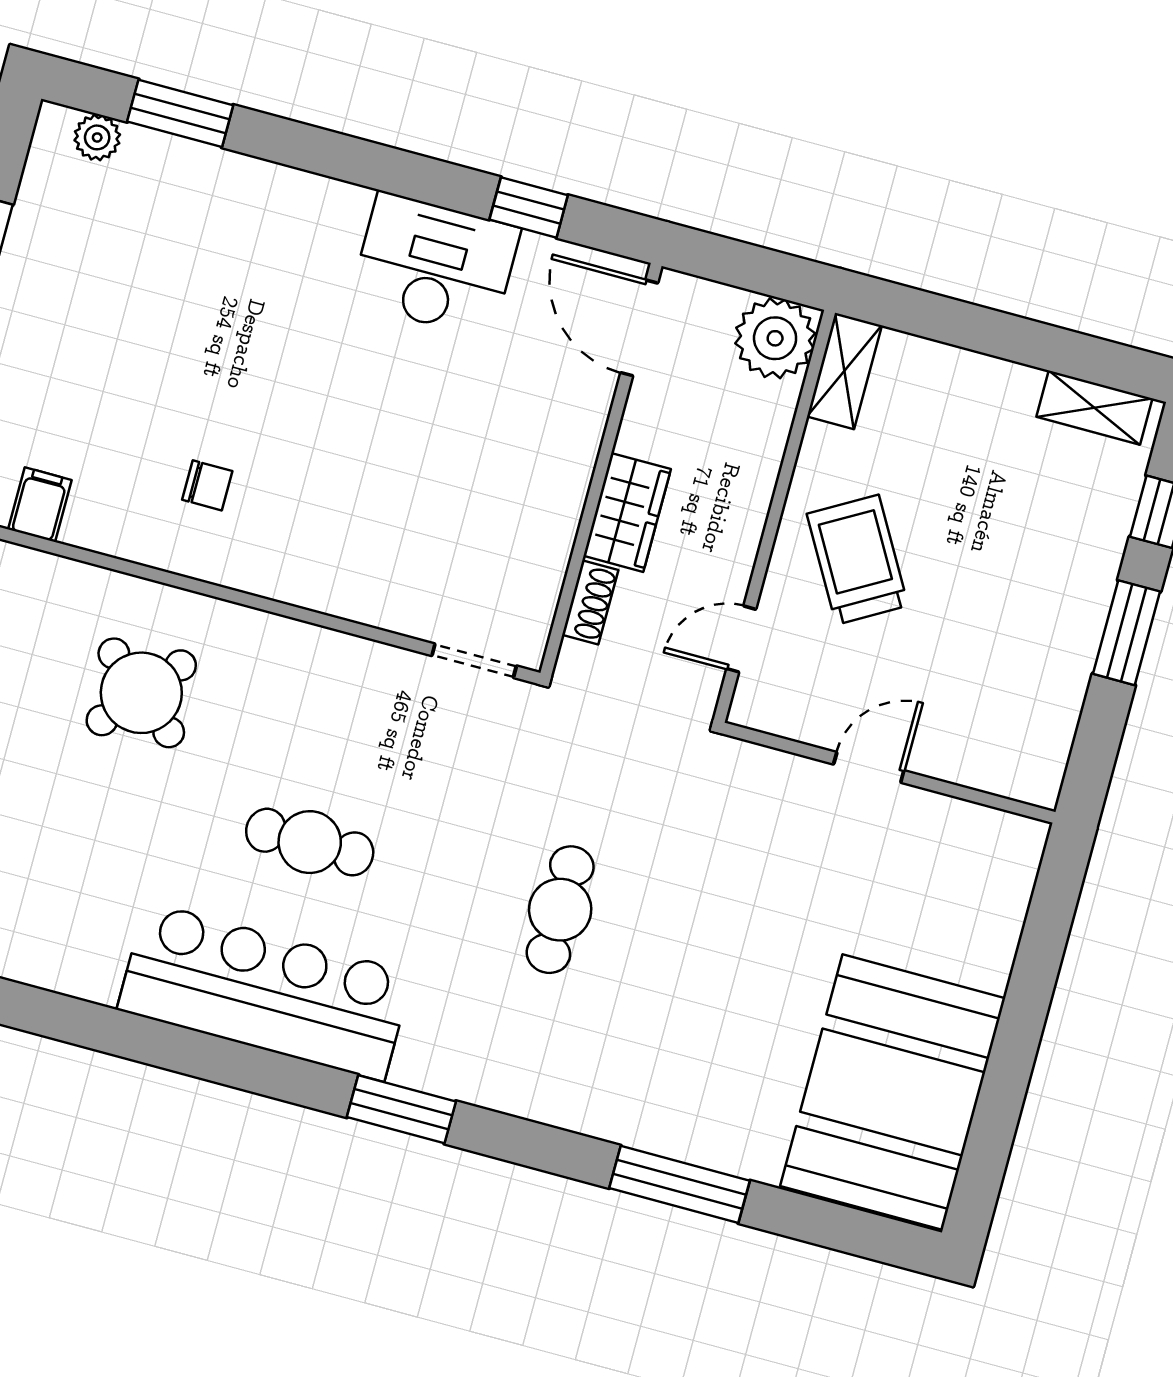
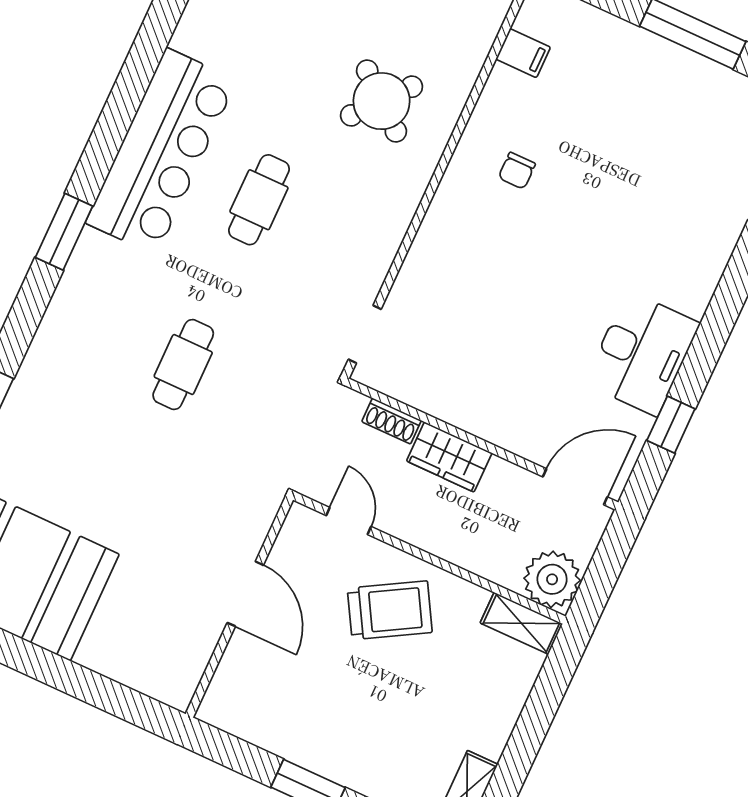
door: (869, 767) -> (245, 594), width x1.38
cafe table: (560, 910) -> (183, 365), turned 90

